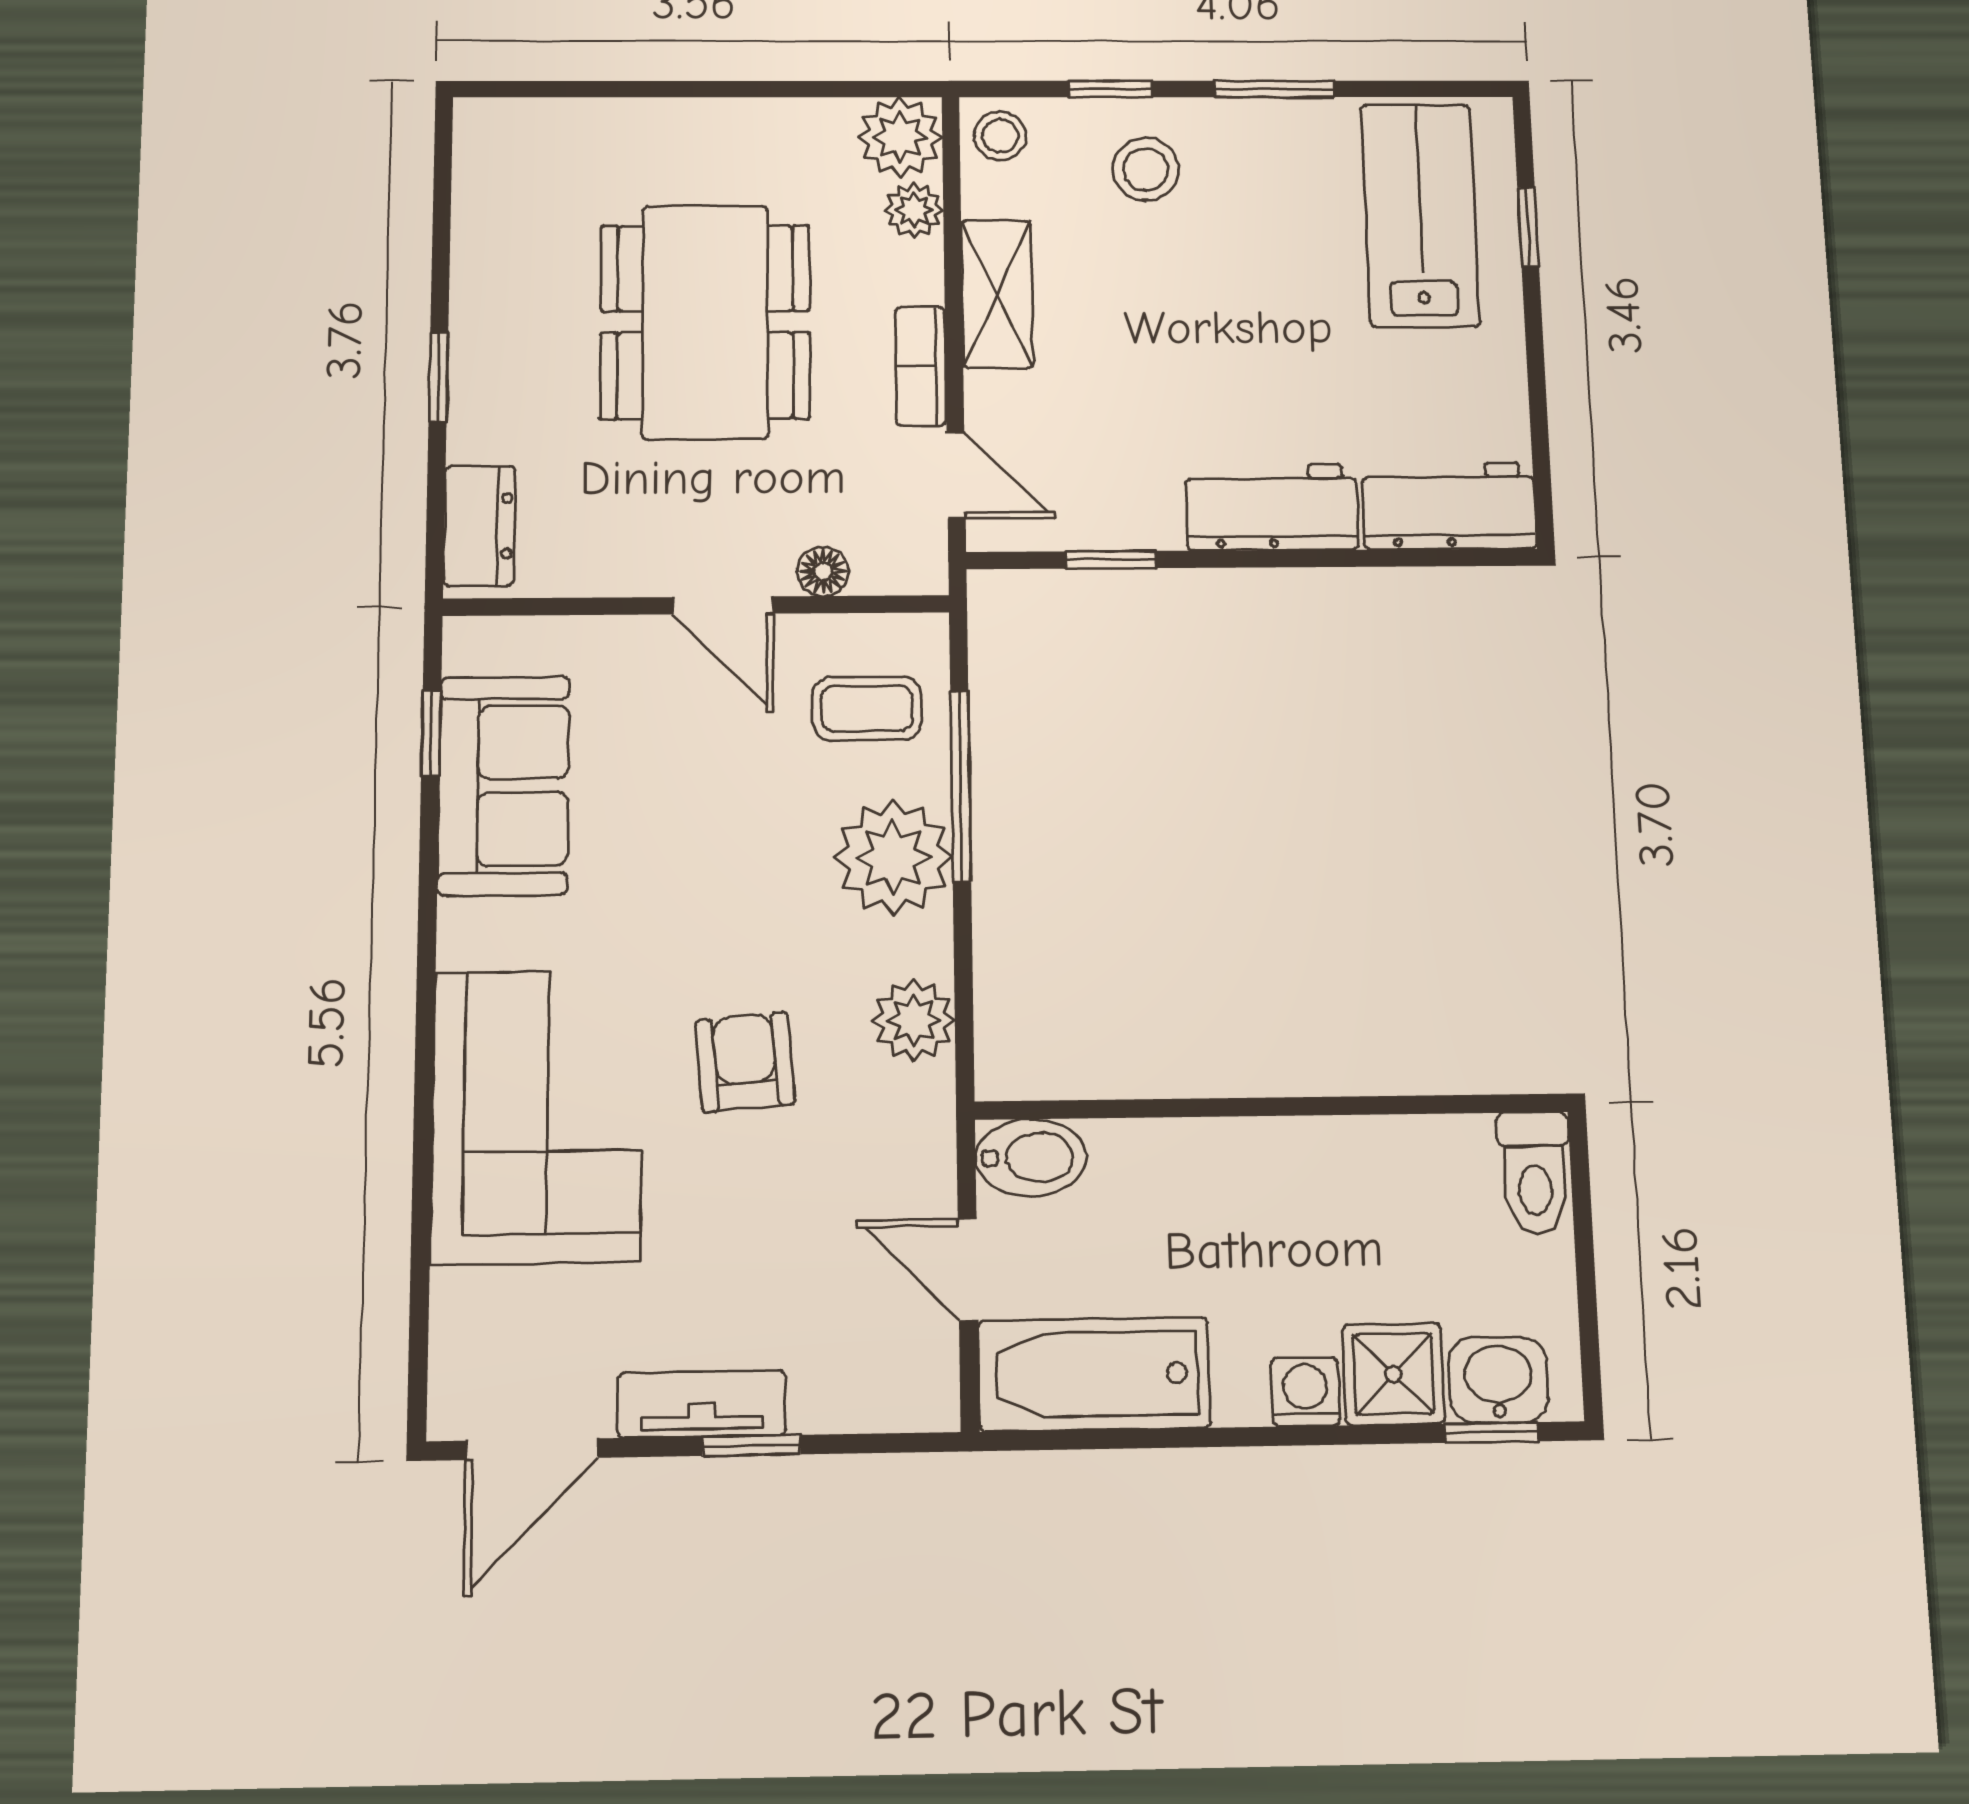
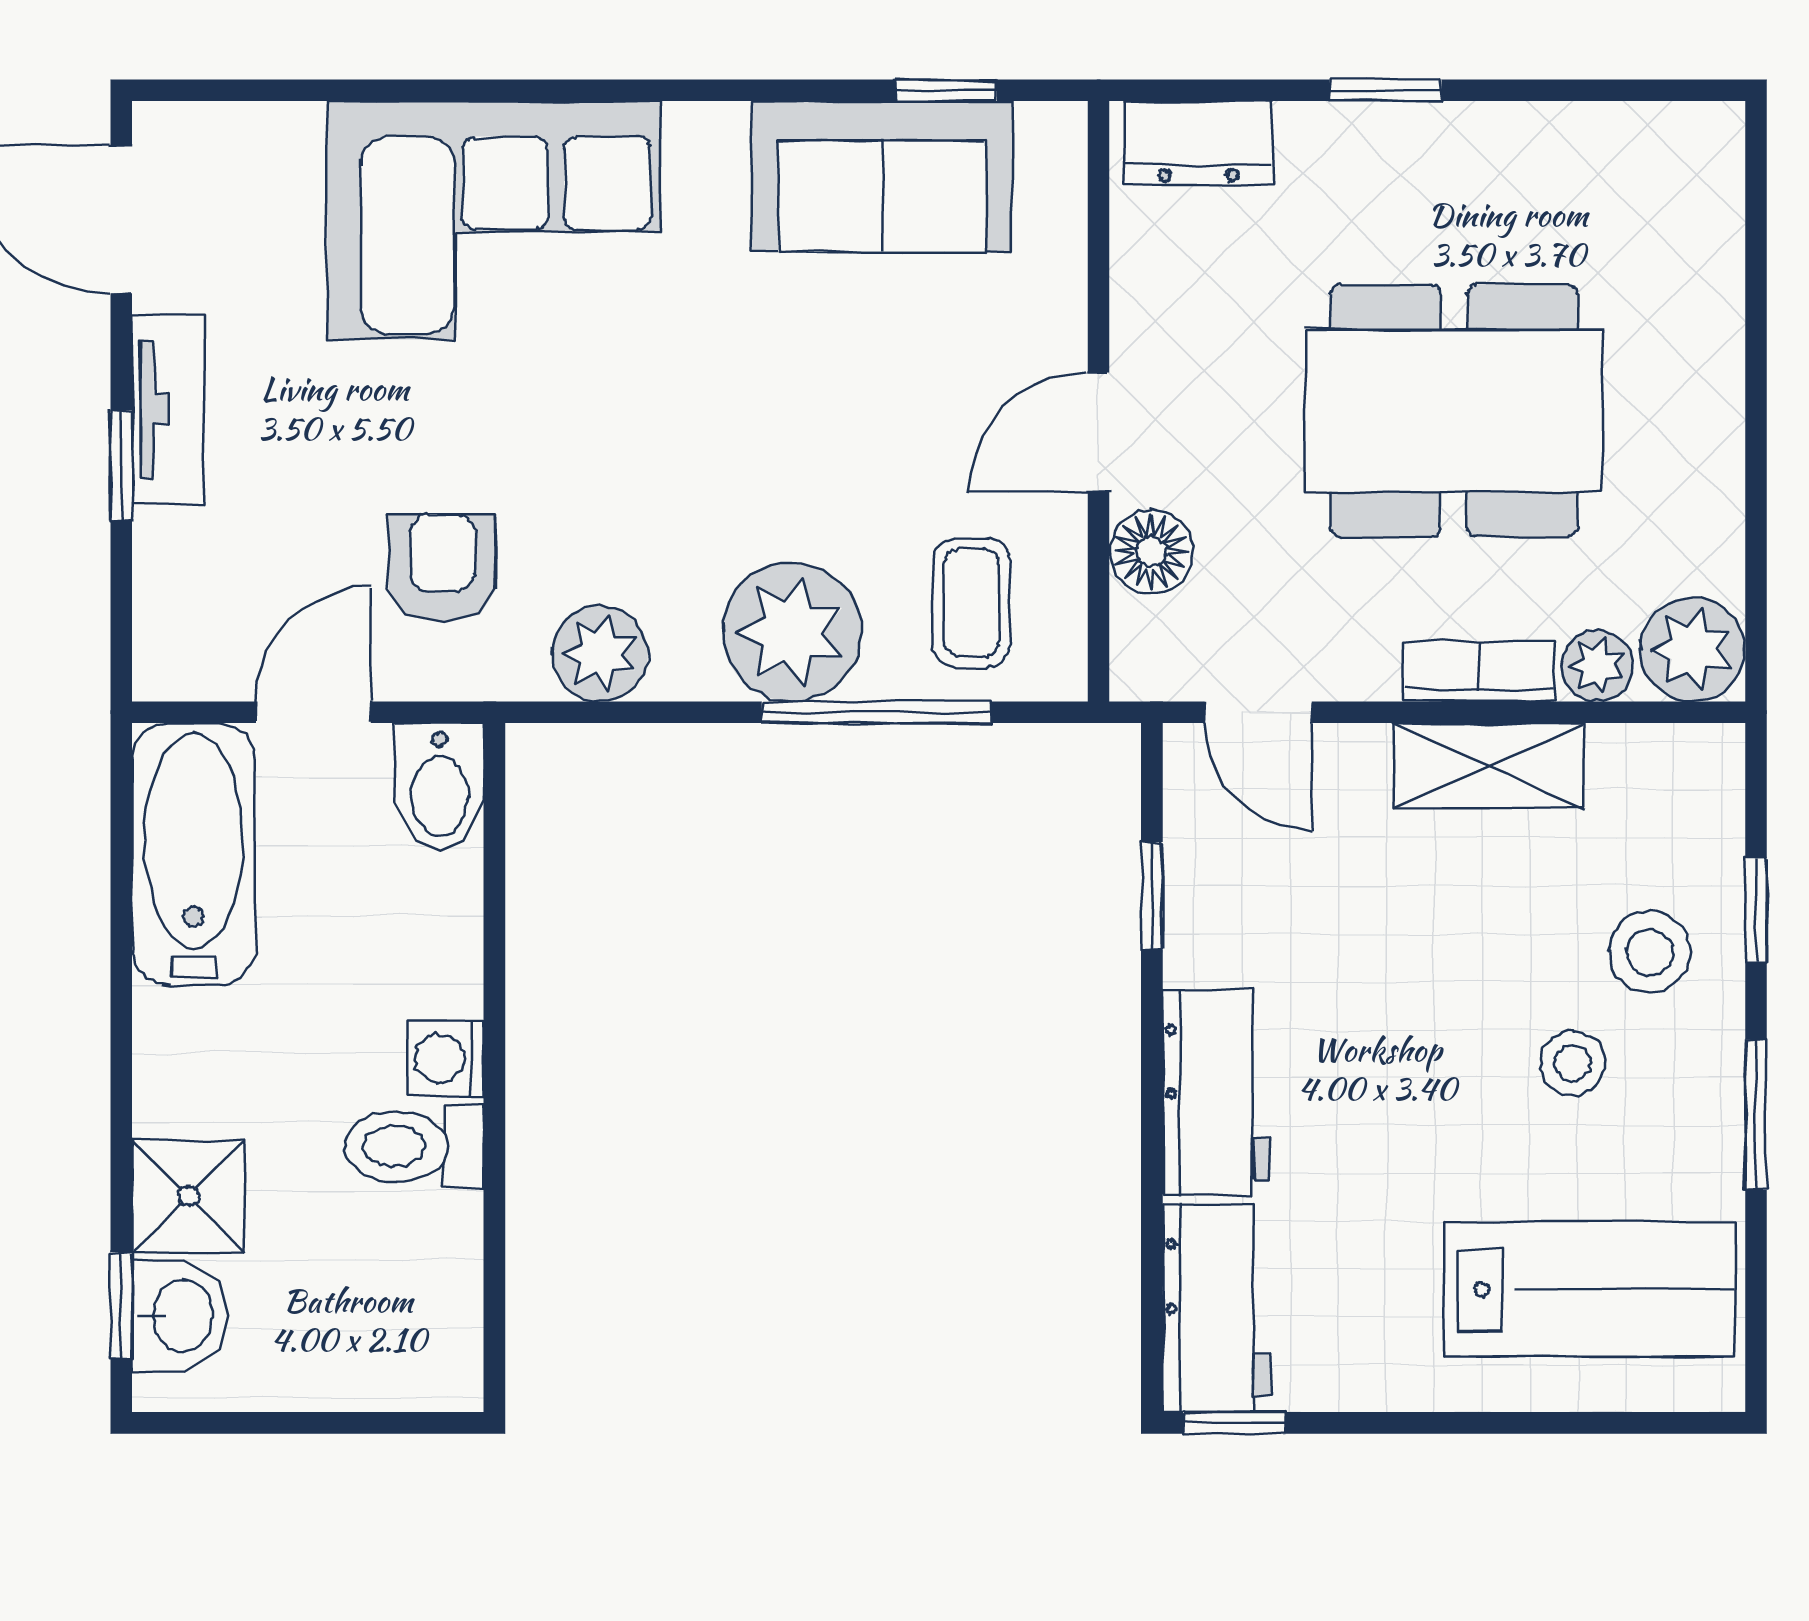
stool: (1000, 136) -> (1573, 1063), moved
window: (1528, 227) -> (1234, 1423), moved
bookcase: (921, 366) -> (1479, 671), moved
door: (956, 475) -> (1258, 712), hinge flipped
floor lamp: (823, 571) -> (1151, 552), width x1.37, depth x1.37
armchair: (745, 1062) -> (442, 568), moved, turned -85
toilet: (1535, 1173) -> (414, 1146), moved
washing machine: (1305, 1392) -> (445, 1059), moved, turned 180

